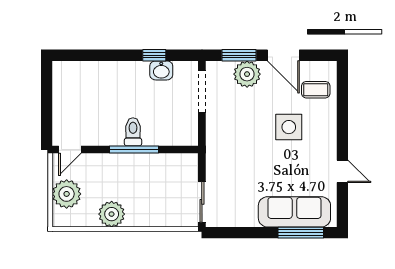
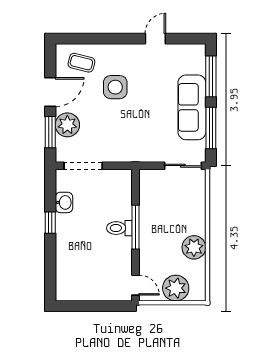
window: (154, 55) -> (50, 223), moved
coffee table: (316, 90) -> (81, 63), turned -76
sofa: (294, 212) -> (192, 107), moved
window: (243, 233) -> (211, 128), added

